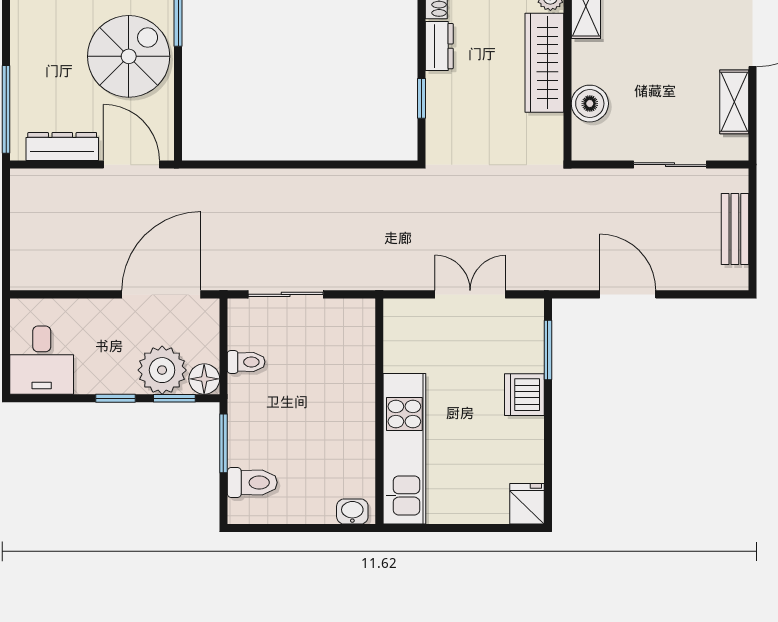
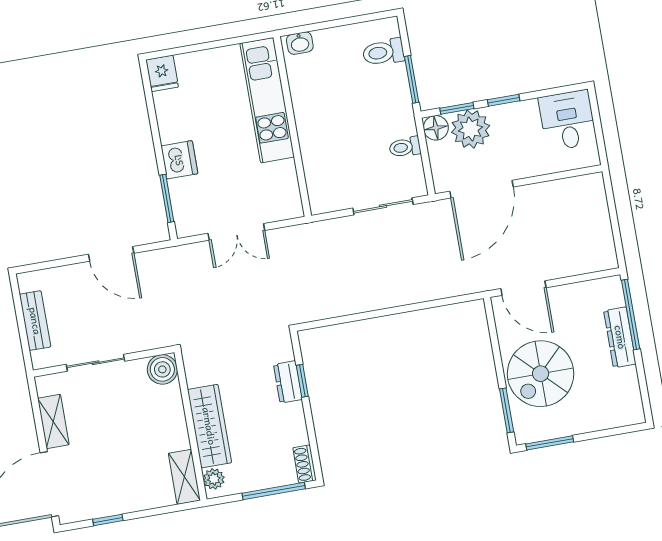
dresser: (439, 46) -> (288, 382), moved
boiler: (590, 104) -> (162, 369), moved
dresser: (62, 147) -> (620, 337), moved, turned 90

